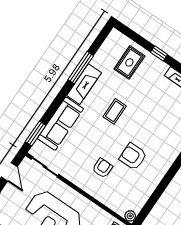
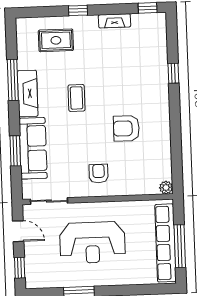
rug: (129, 62) -> (56, 40), turned 90
window: (36, 133) -> (15, 151), moved
armchair: (102, 168) -> (99, 174), moved

